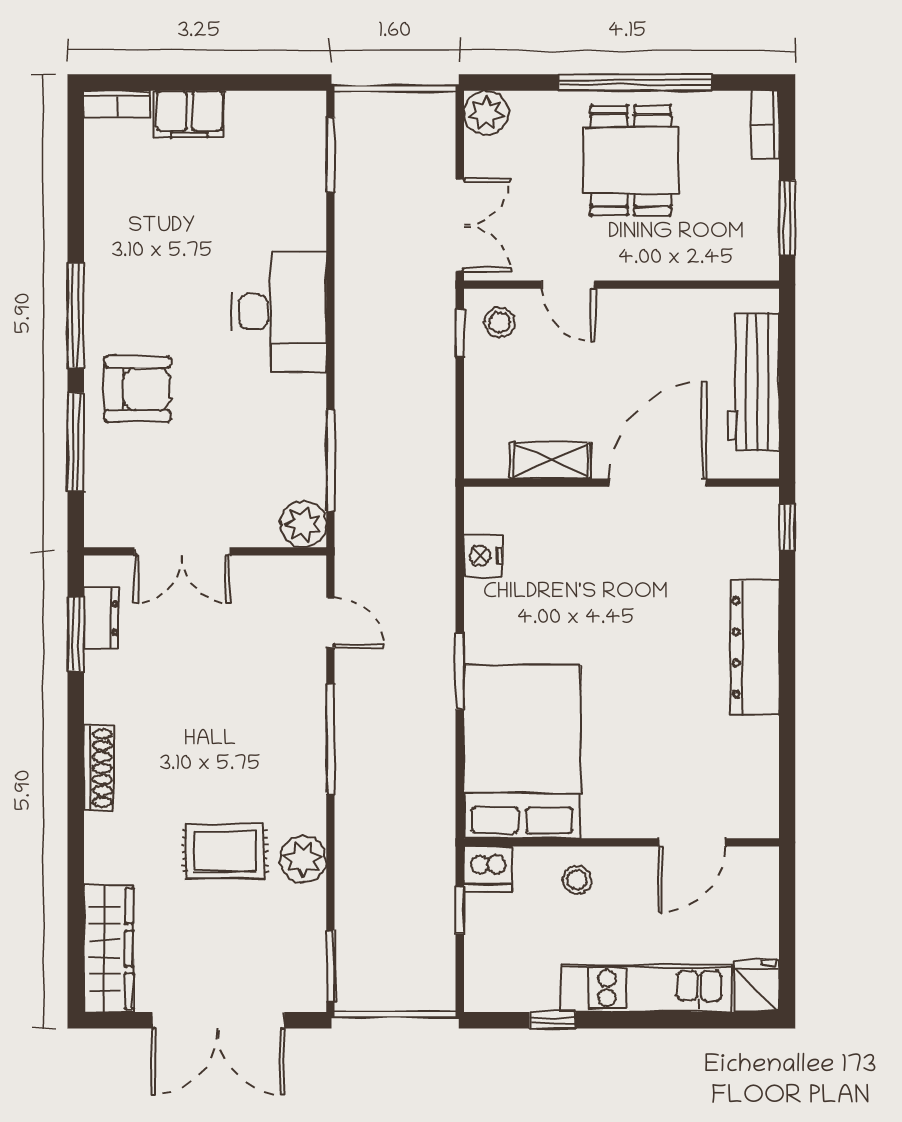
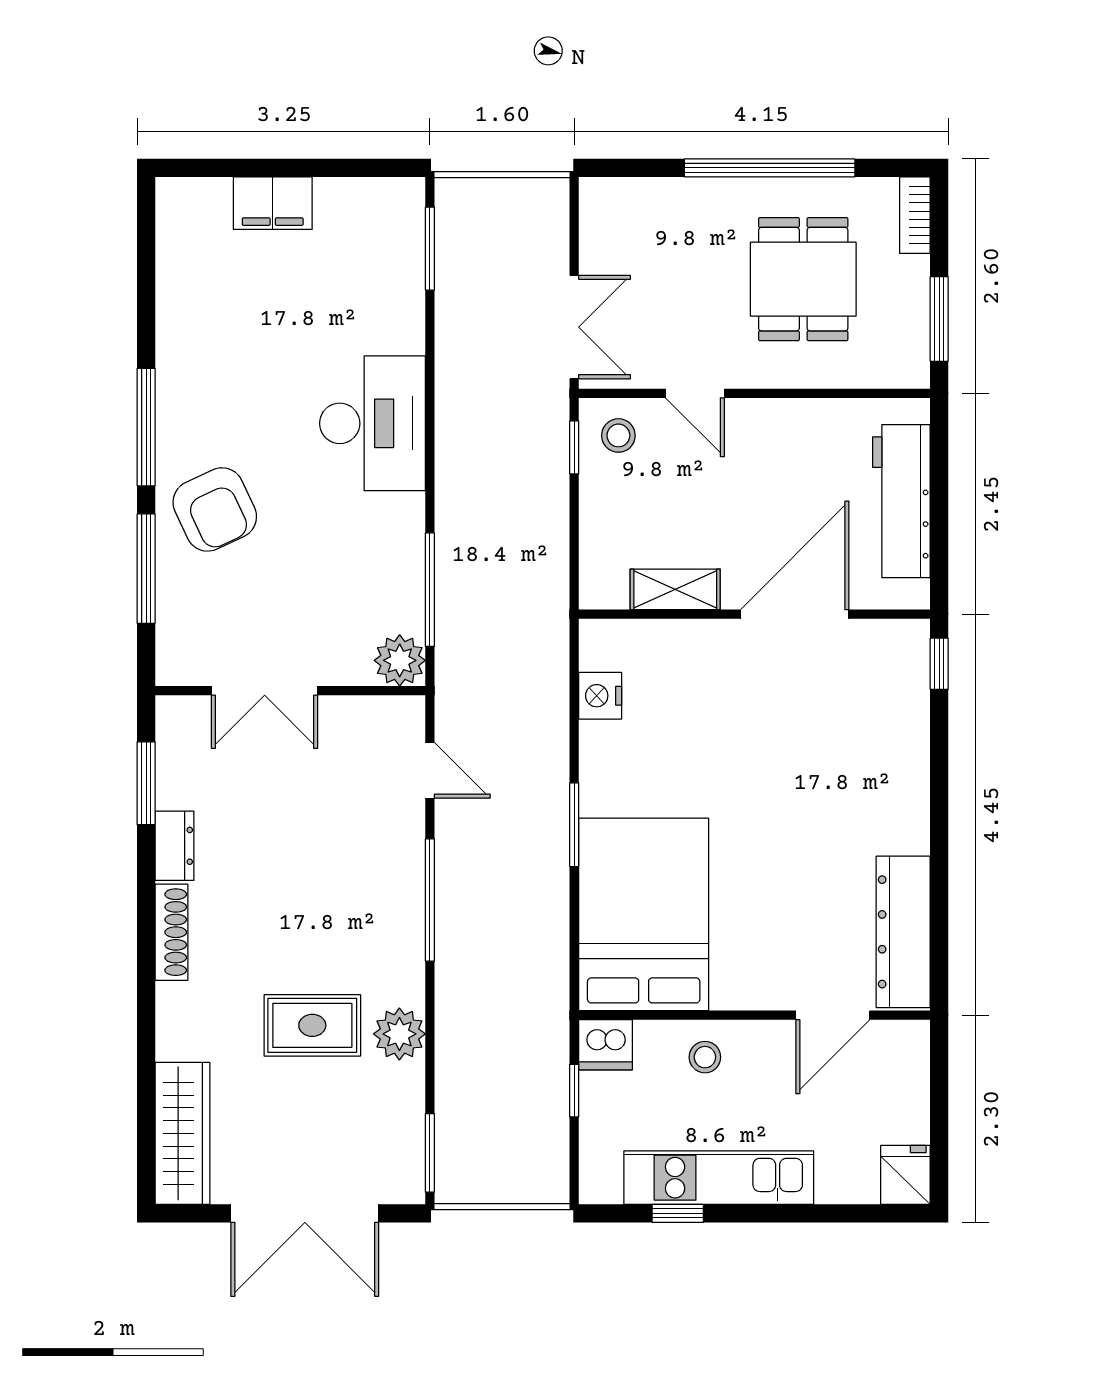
bookcase: (117, 104) -> (192, 192), removed
plant: (486, 113) -> (603, 202), removed
dining table: (631, 160) -> (803, 279), moved
armchair: (137, 389) -> (215, 509), turned 65
dresser: (101, 618) -> (175, 846), moved
dresser: (755, 647) -> (903, 932), moved
kitchen unit: (646, 988) -> (719, 1178), moved

